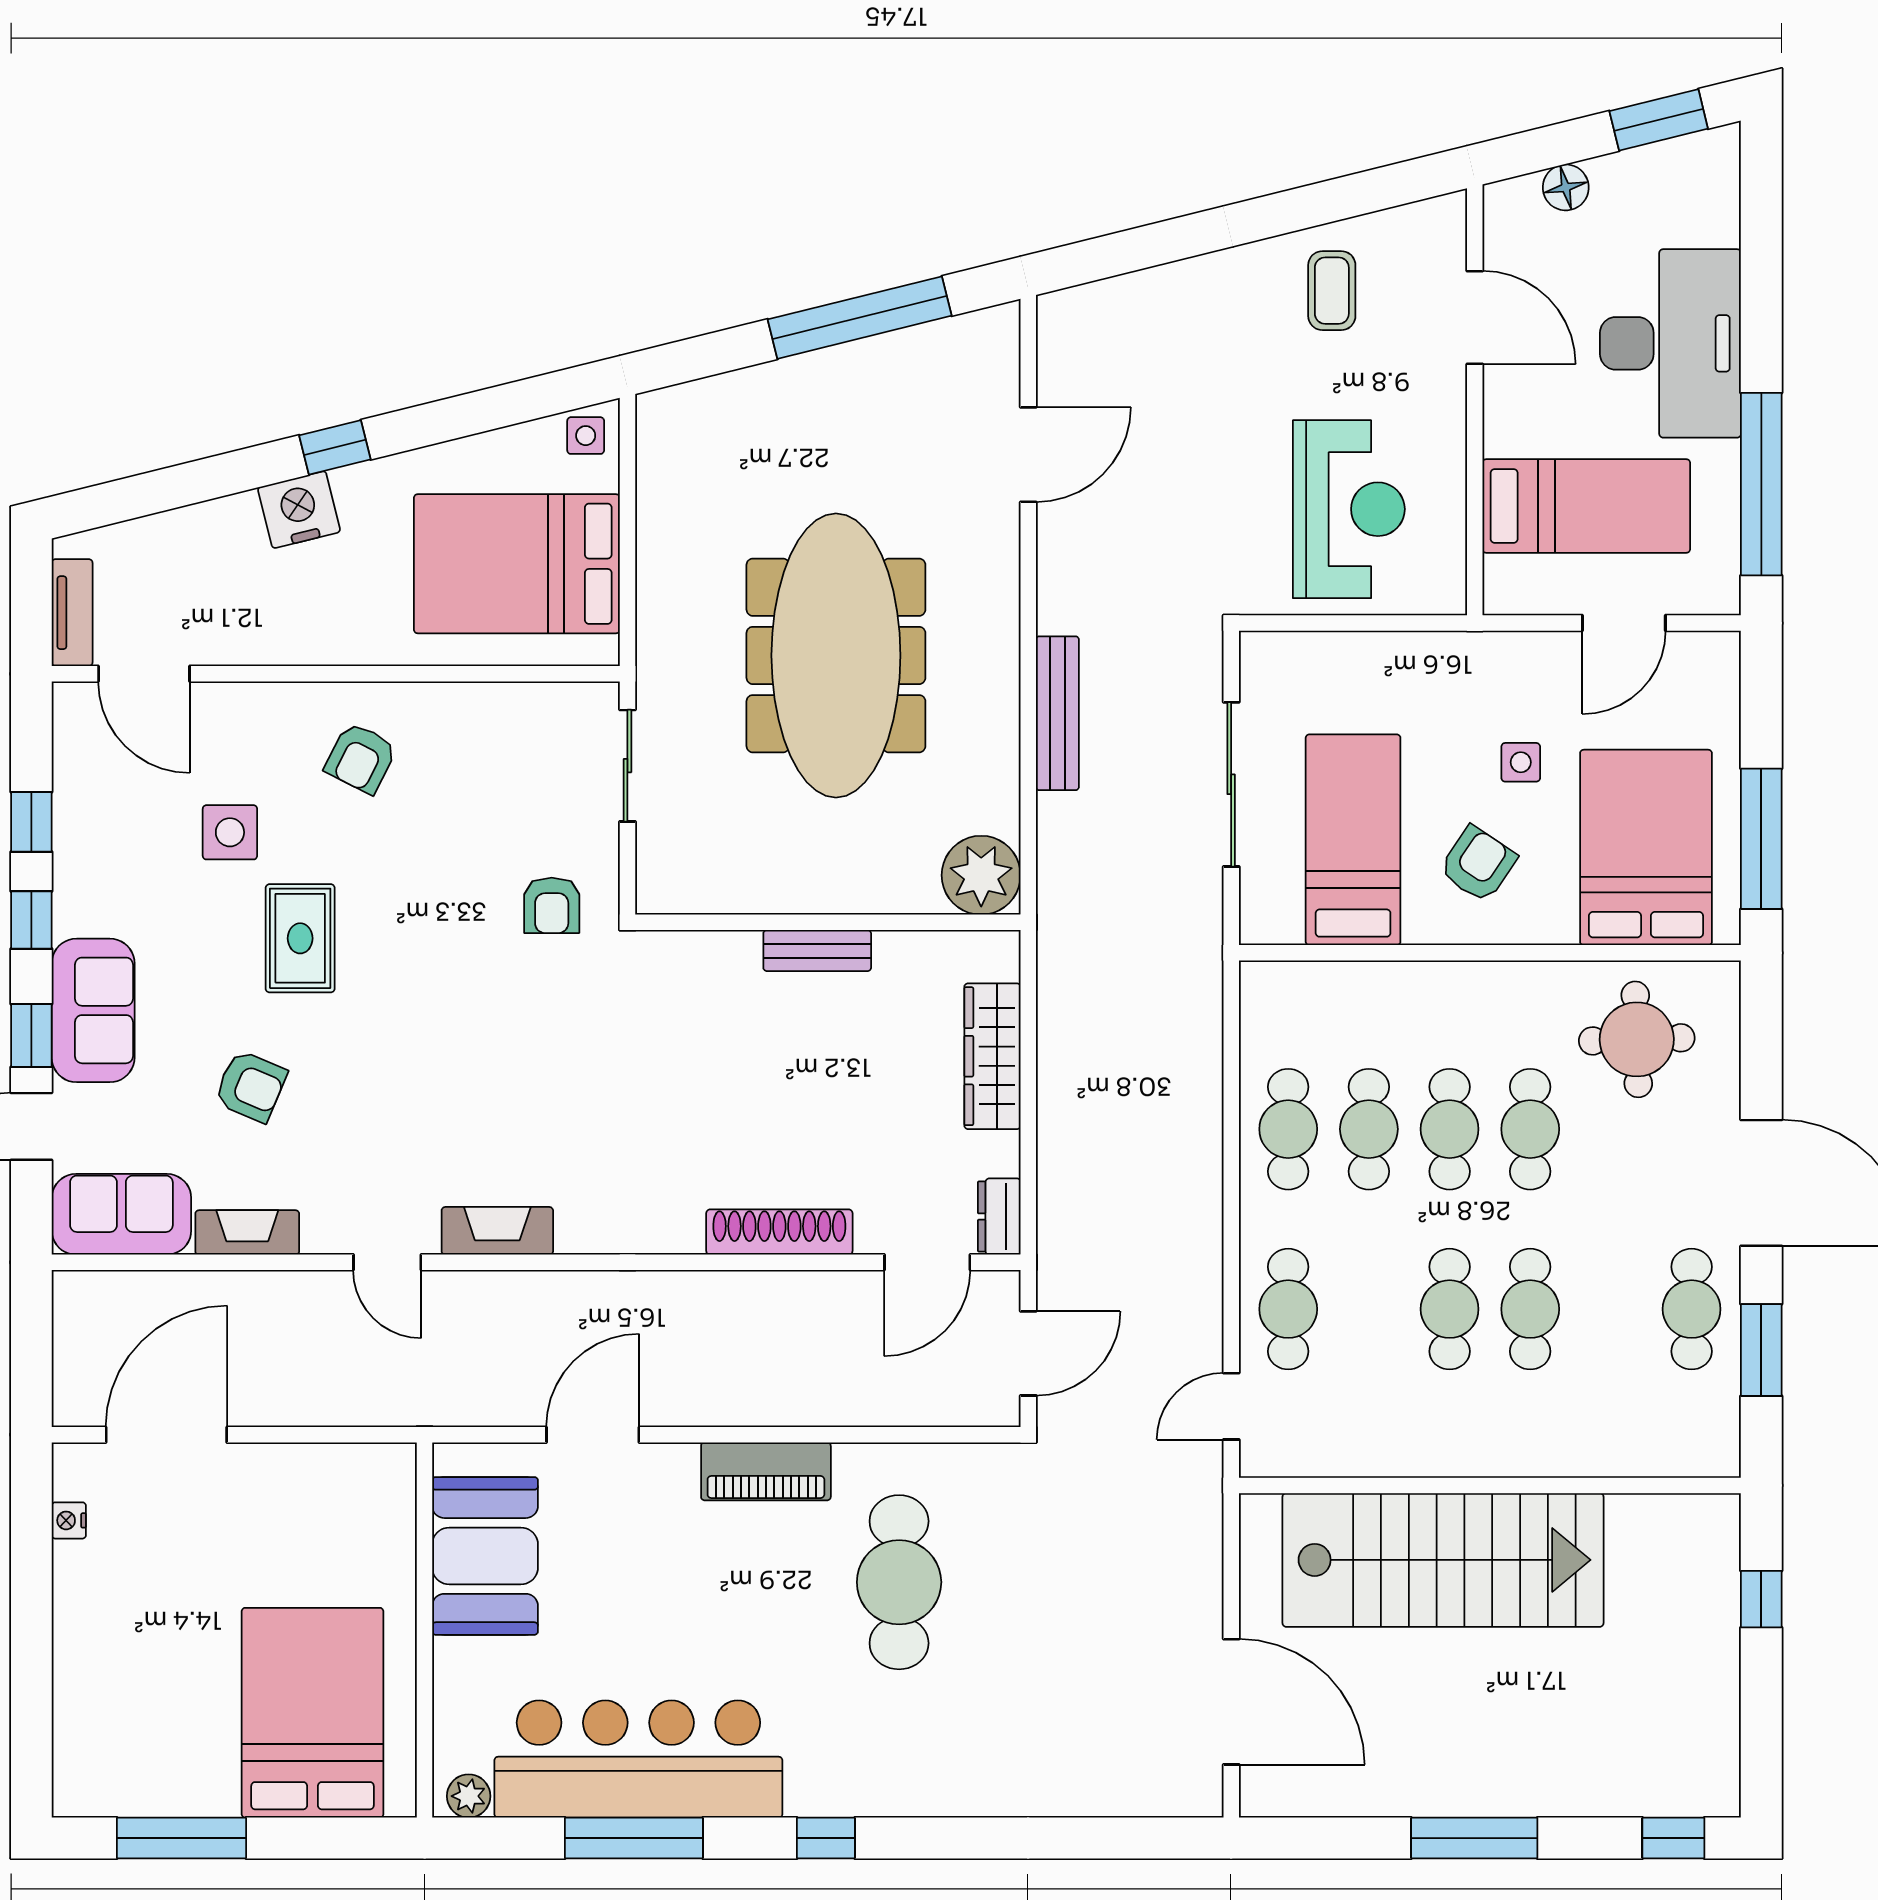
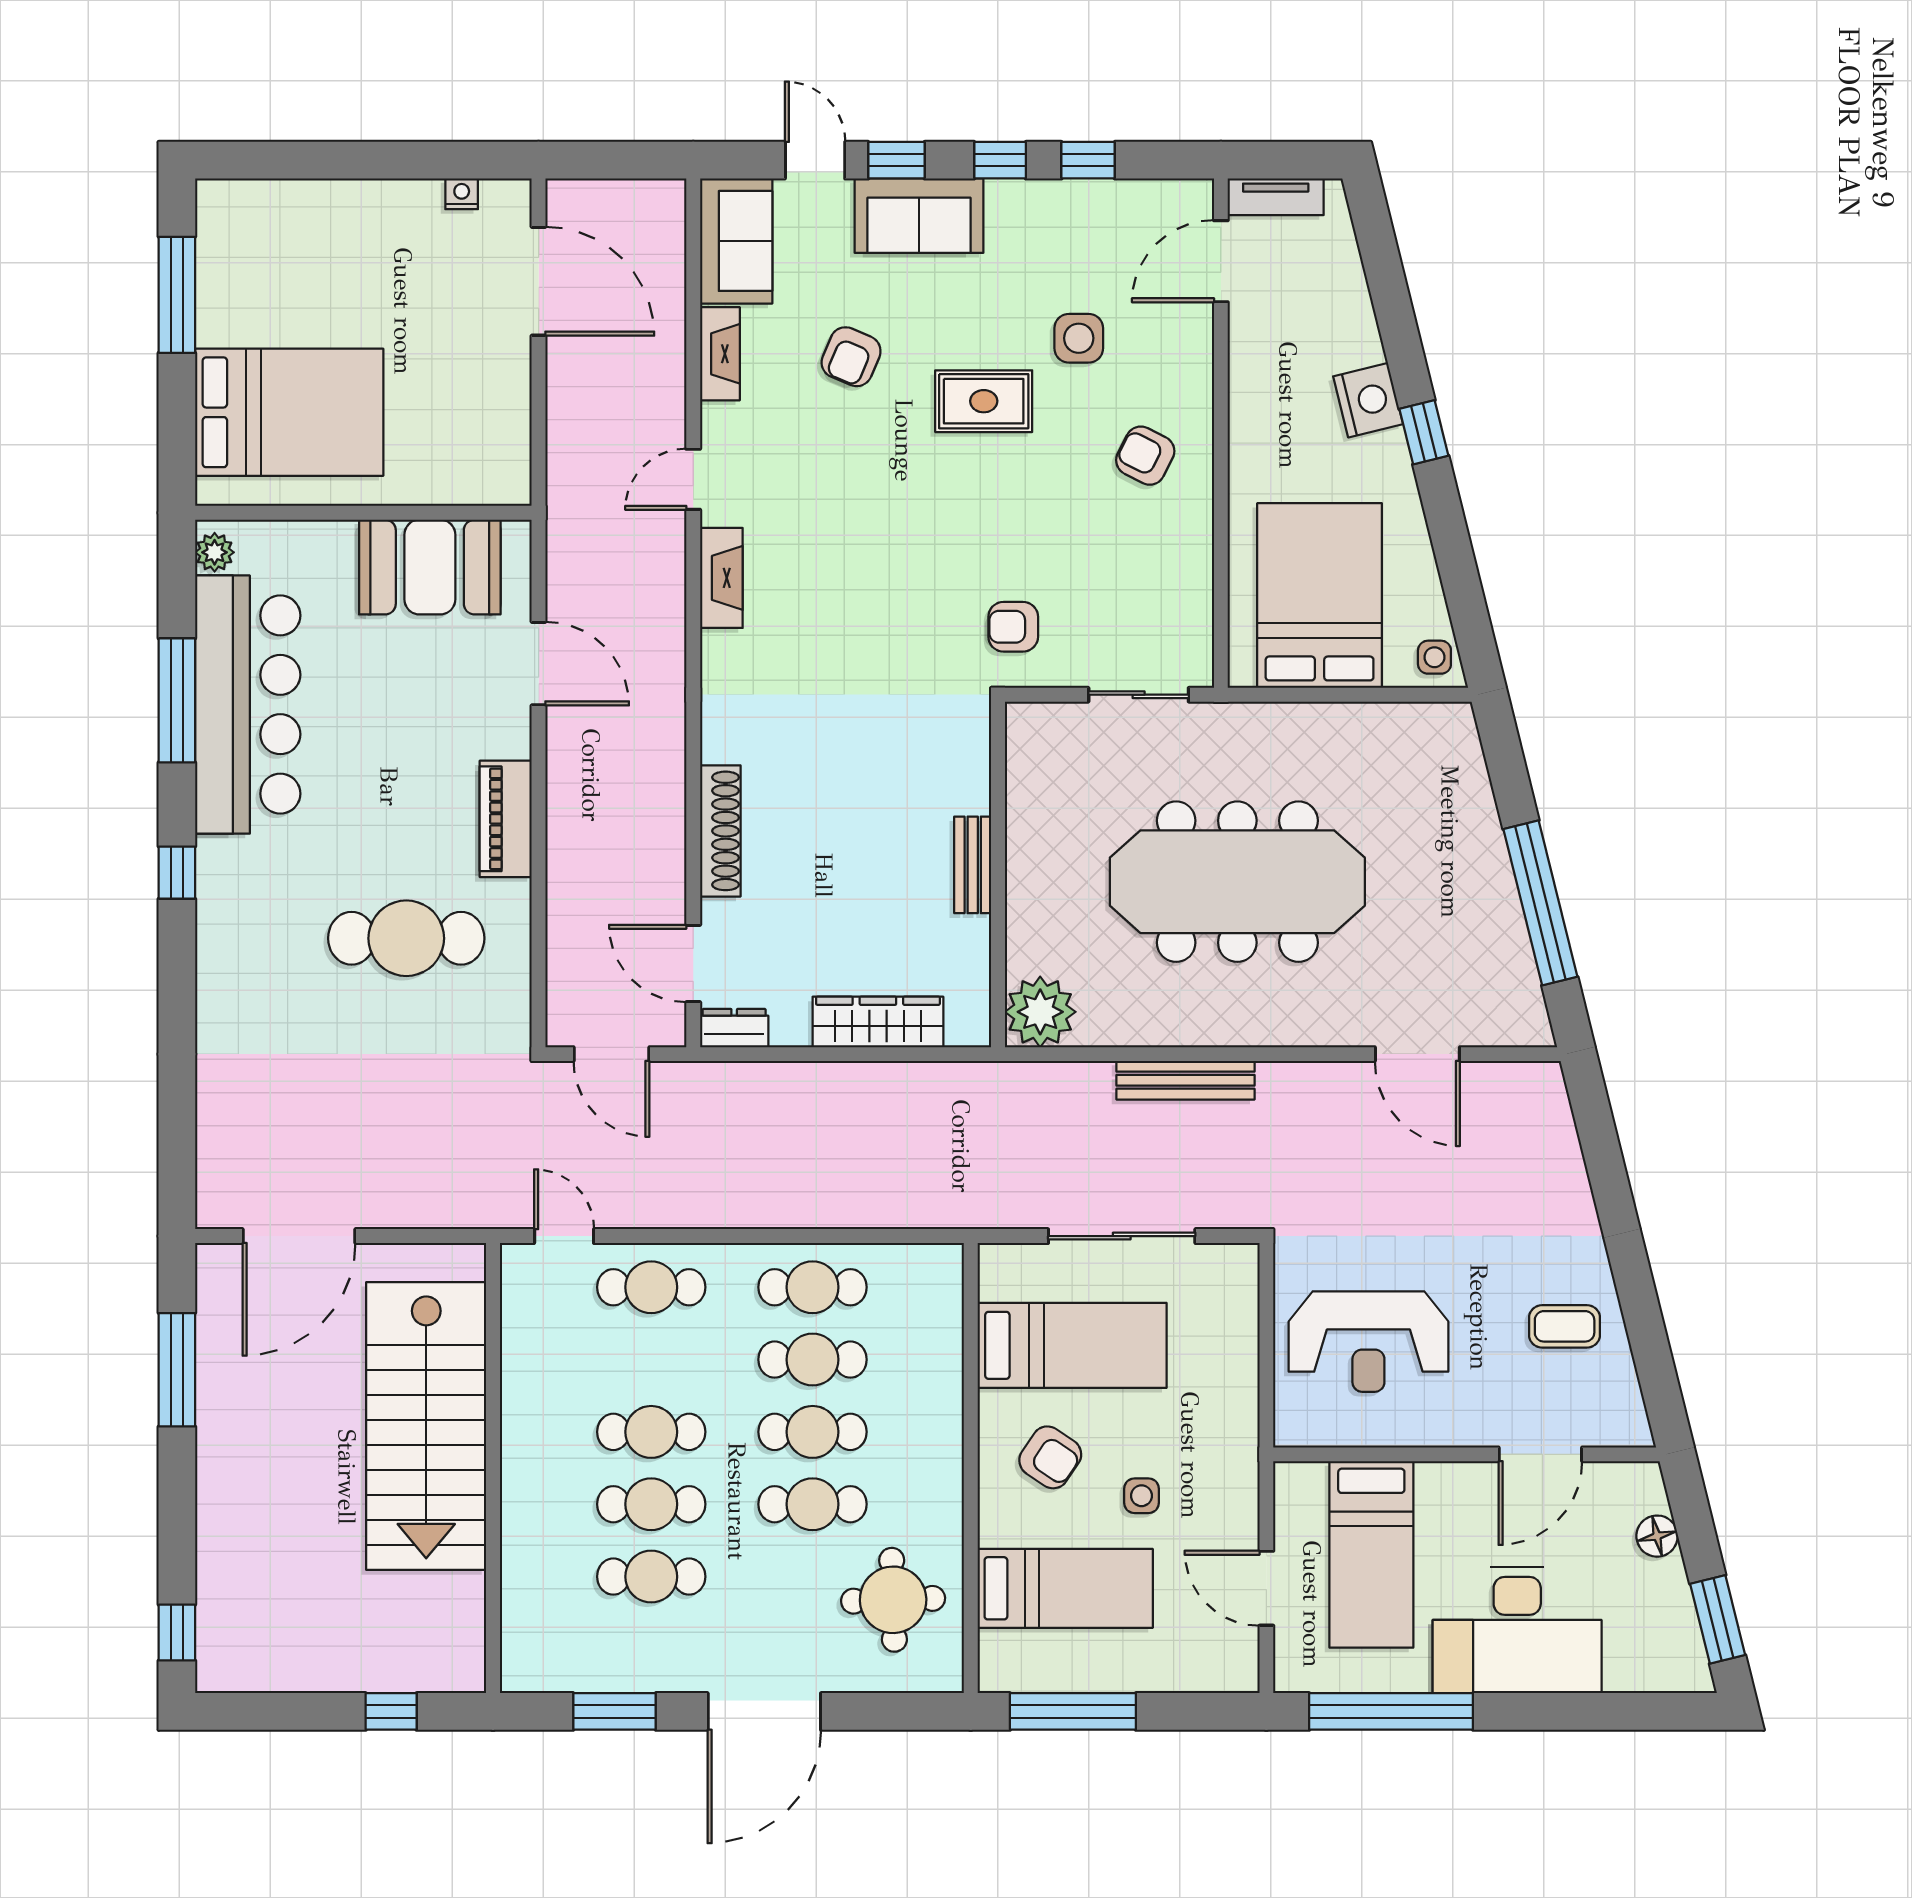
bed: (1646, 847) -> (1065, 1588), width x0.67
cafe table: (1692, 1309) -> (651, 1577), moved
window: (1474, 1838) -> (177, 1370), moved

